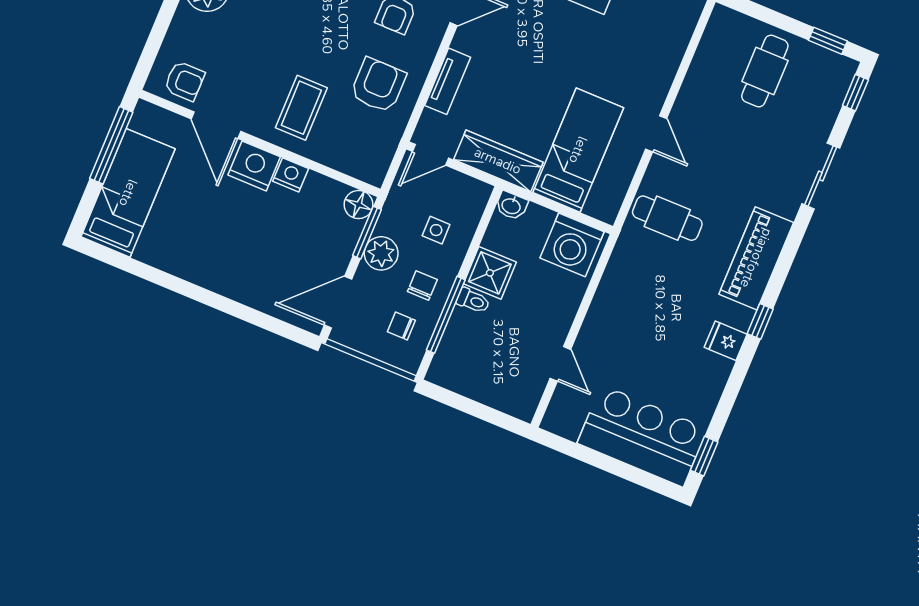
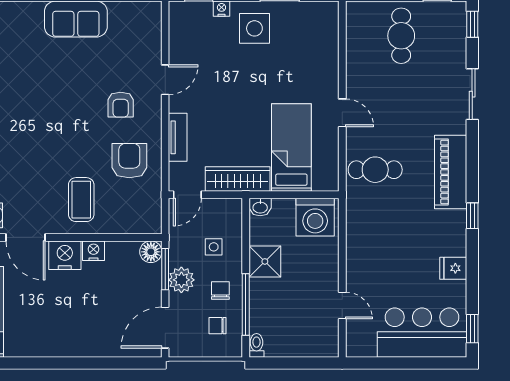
toilet: (473, 301) -> (257, 345), moved, turned -90
fridge: (726, 341) -> (453, 268), moved

